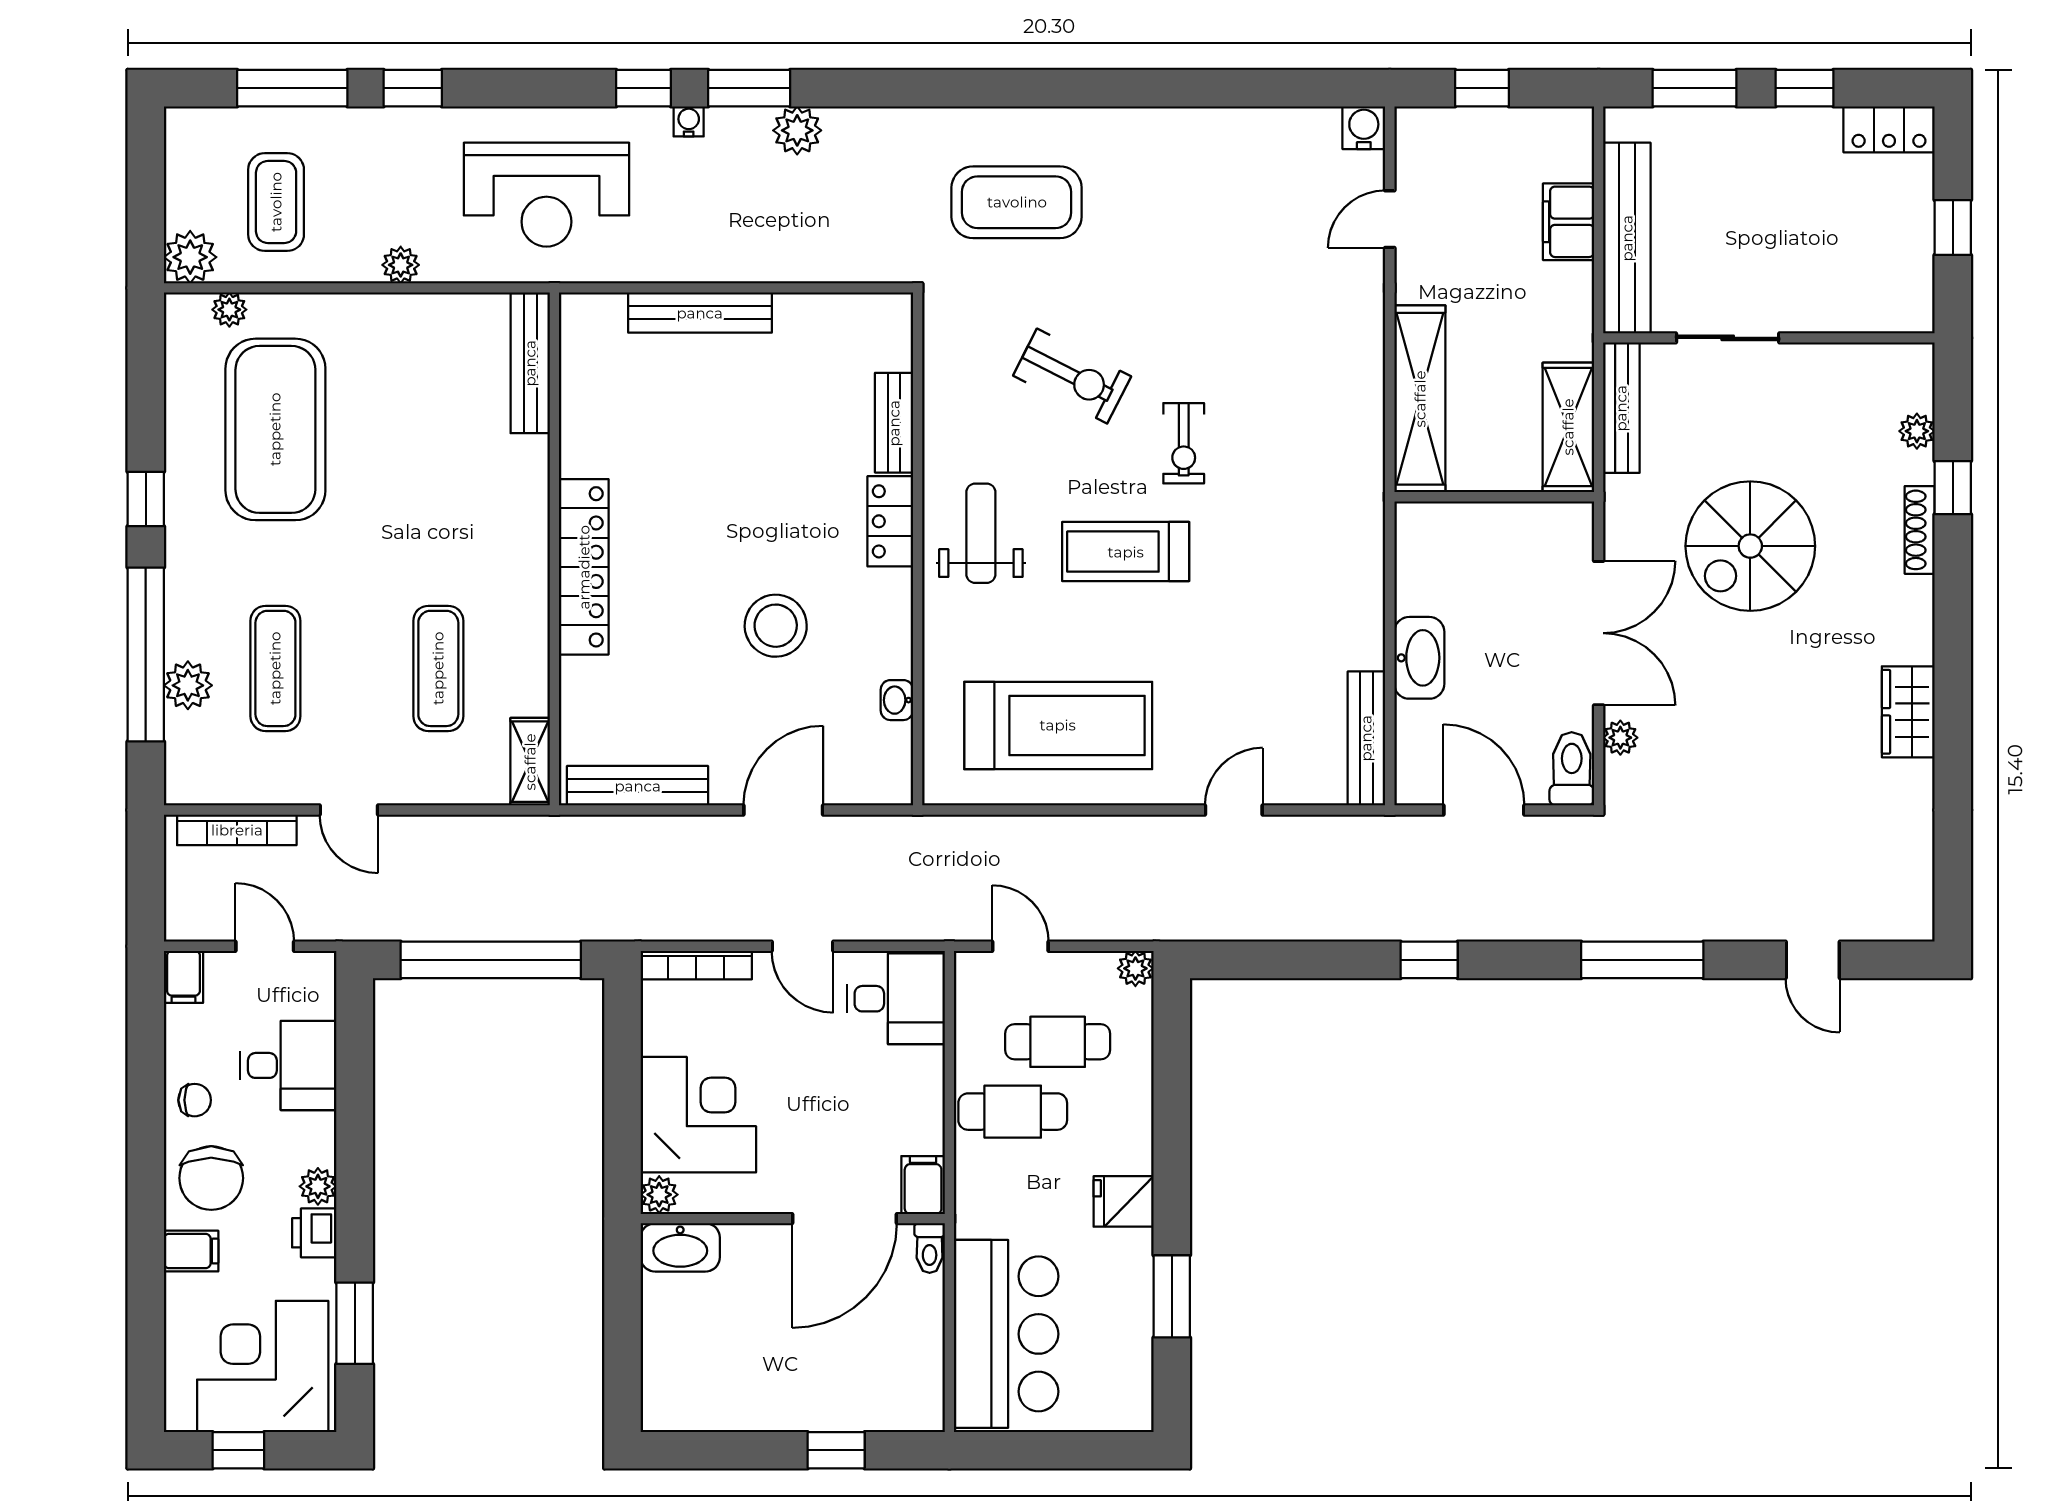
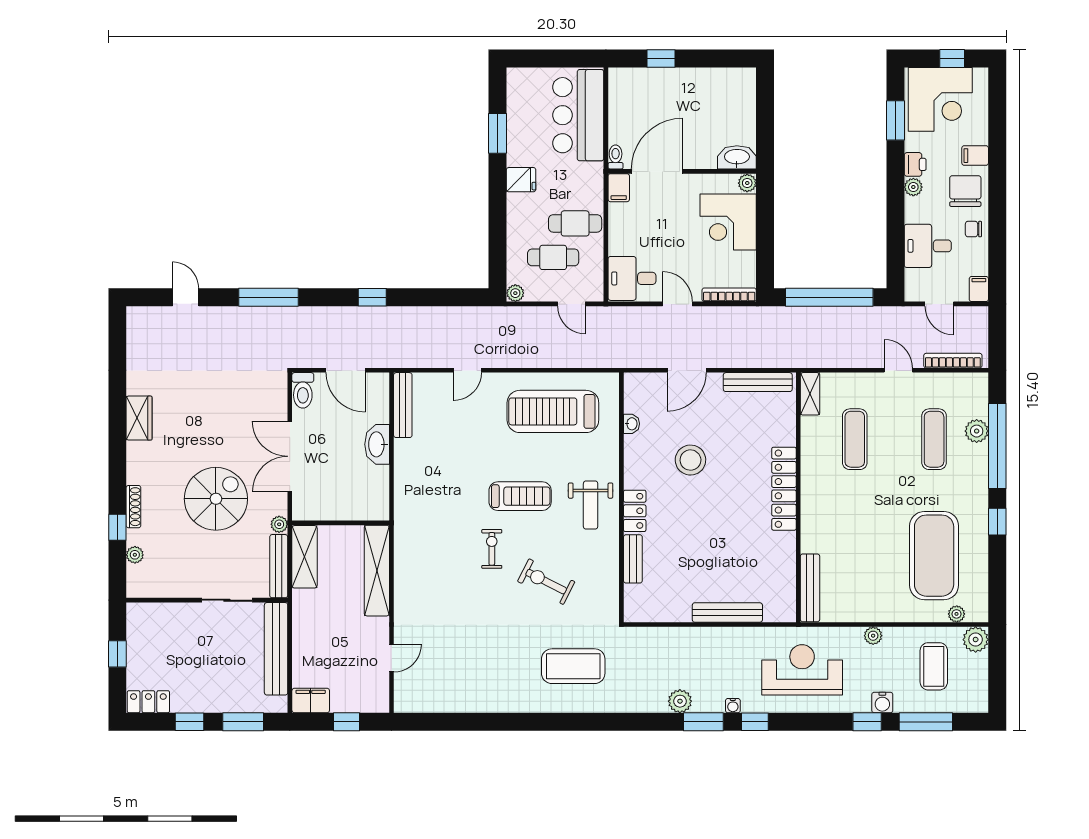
water cooler: (1364, 128) -> (882, 703), moved
filing cabinet: (1569, 222) -> (311, 700), moved, turned -90
plant: (1620, 738) -> (279, 524), moved

